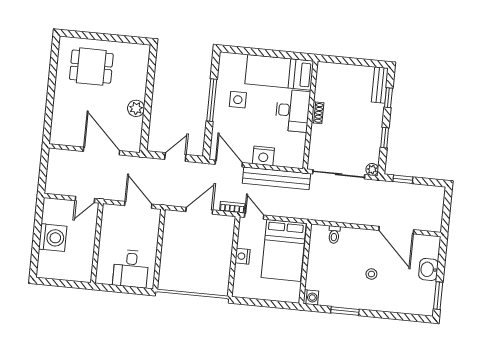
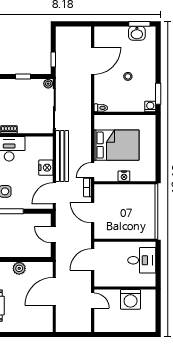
washing machine: (53, 238) -> (131, 299), moved, turned 180
wall: (305, 264) -> (125, 113), moved
washbasin: (428, 269) -> (137, 33), moved
washing machine: (311, 297) -> (150, 106), moved

